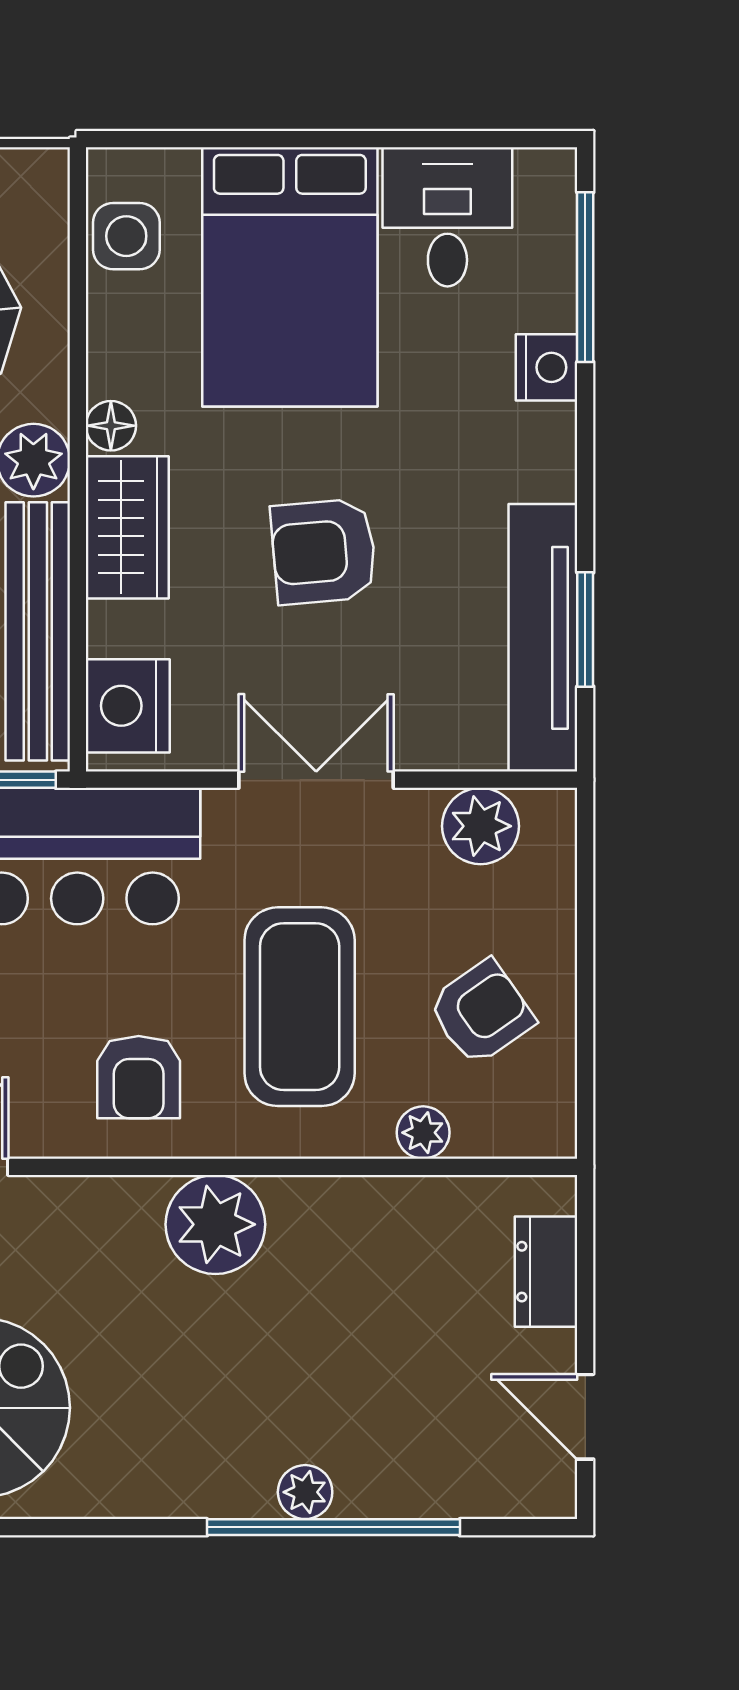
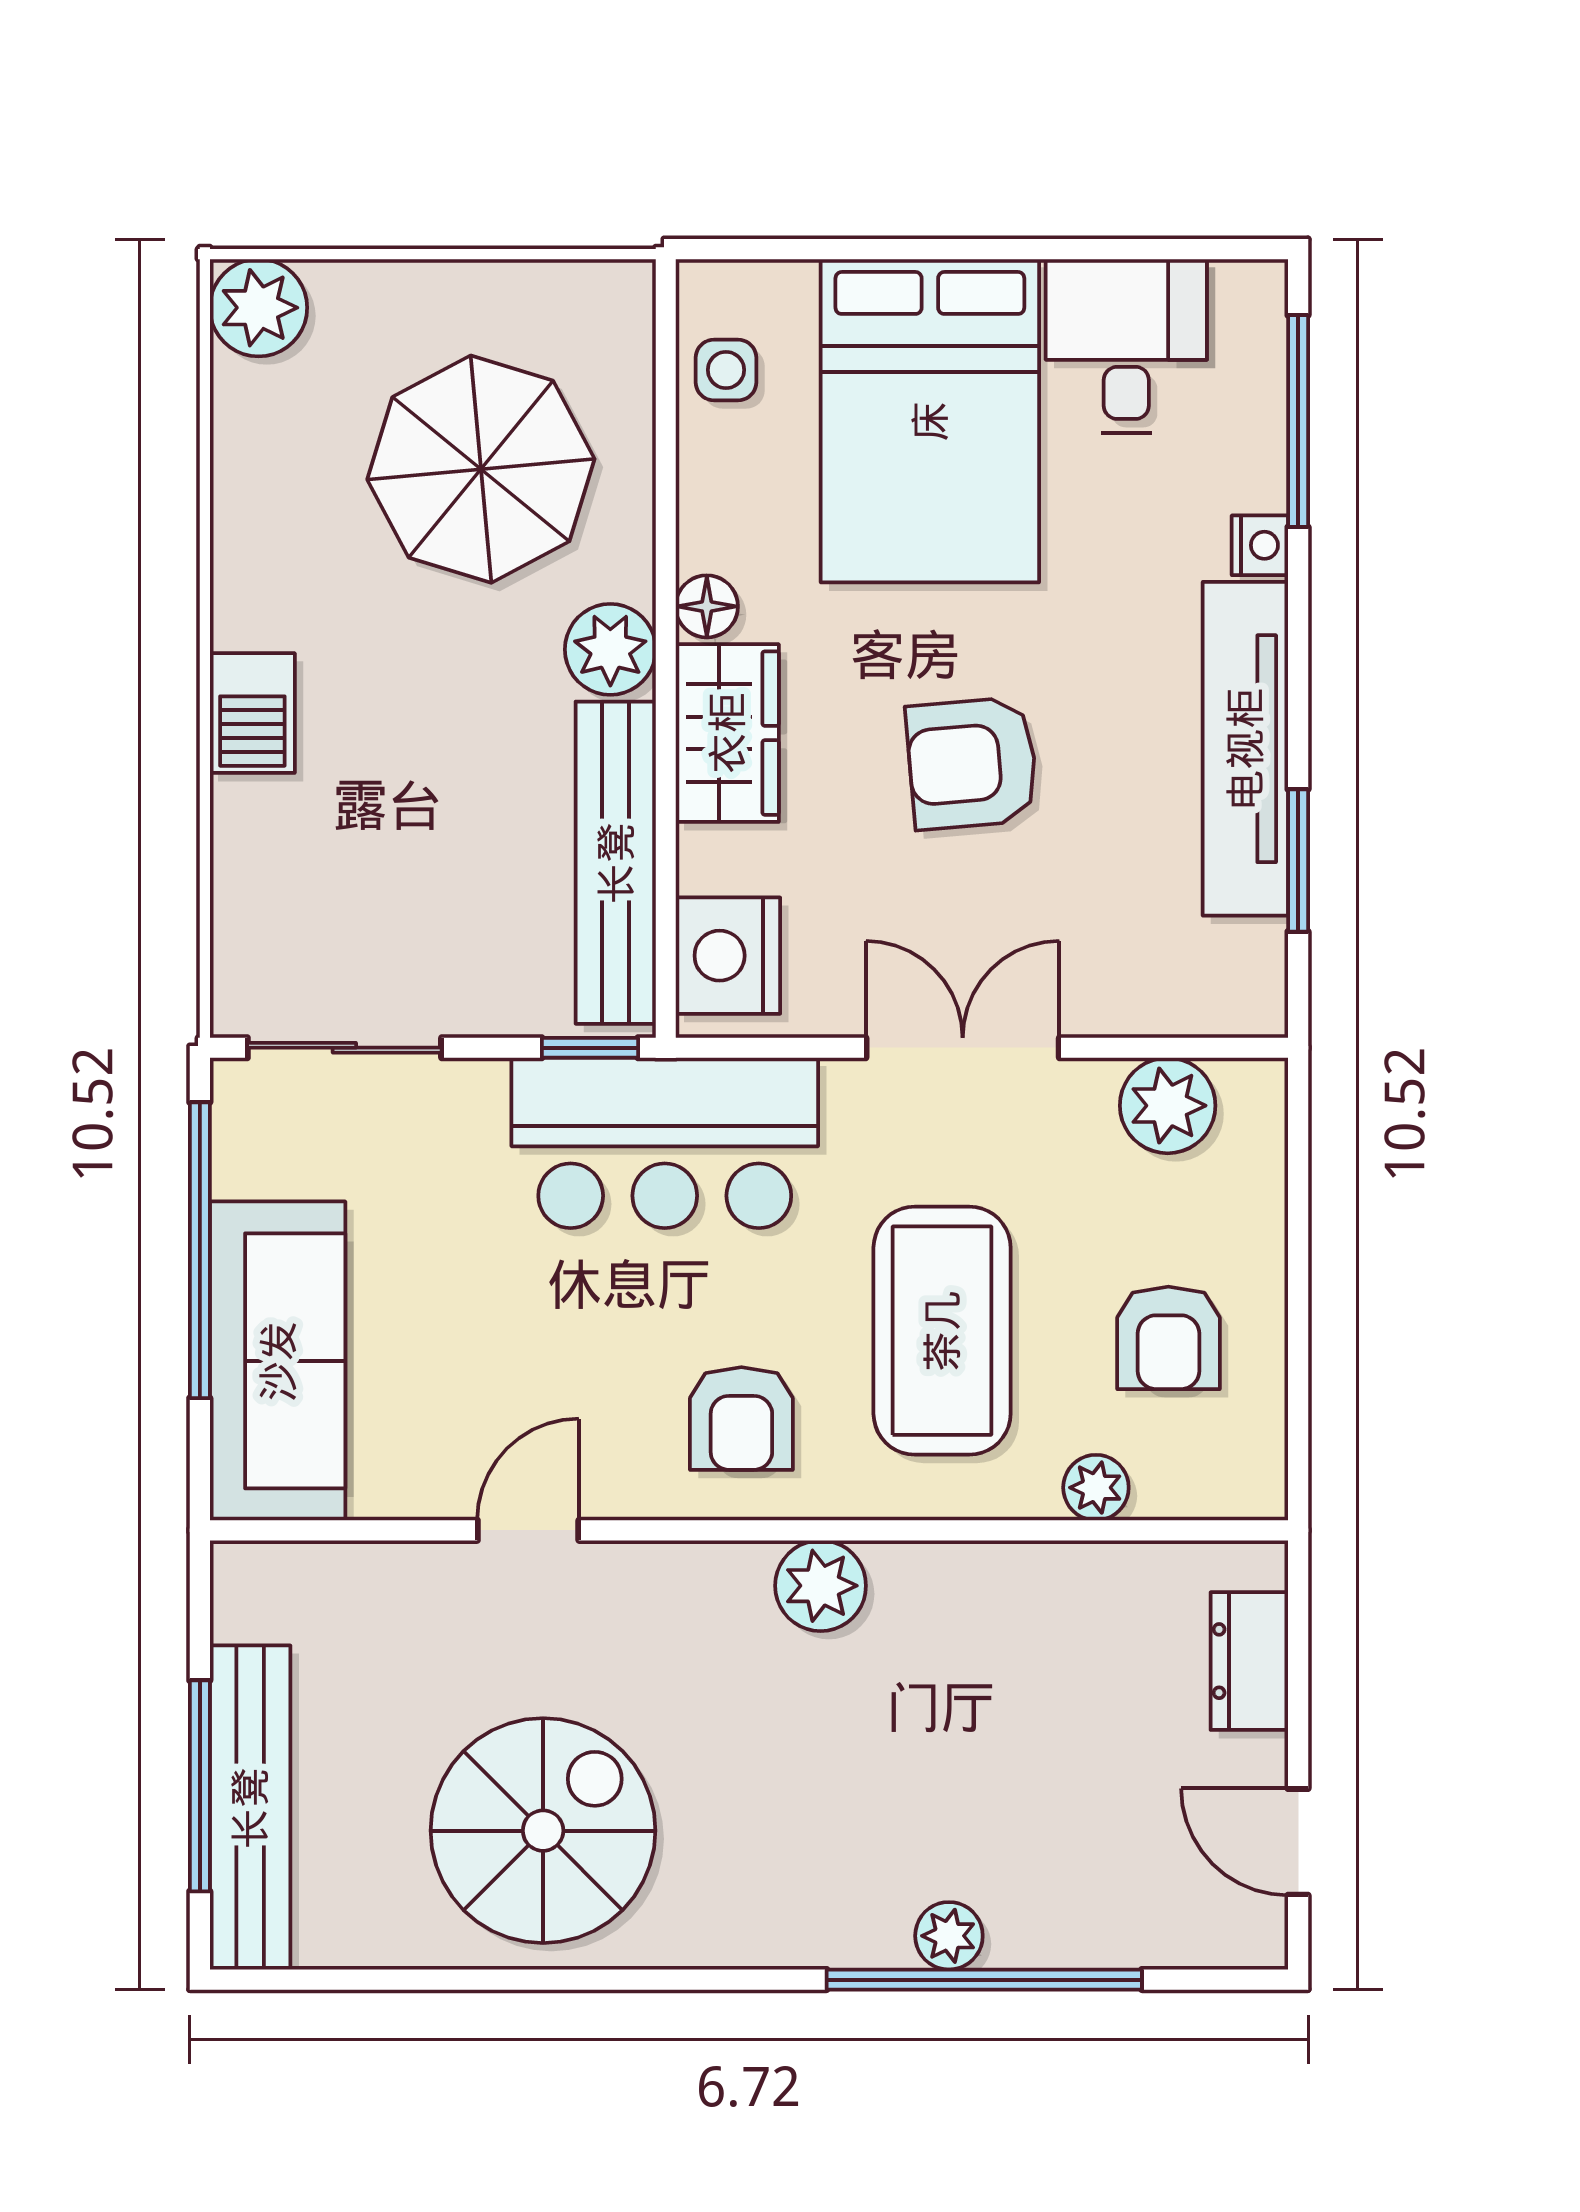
side table: (126, 236) -> (726, 370), width x0.73, depth x0.73
nightstand: (547, 367) -> (1260, 545), width x0.72, depth x0.74
tv unit: (543, 638) -> (1245, 749), moved
armchair: (481, 1012) -> (1168, 1338), turned 125
plant: (215, 1224) -> (821, 1586), width x0.73, depth x0.73

